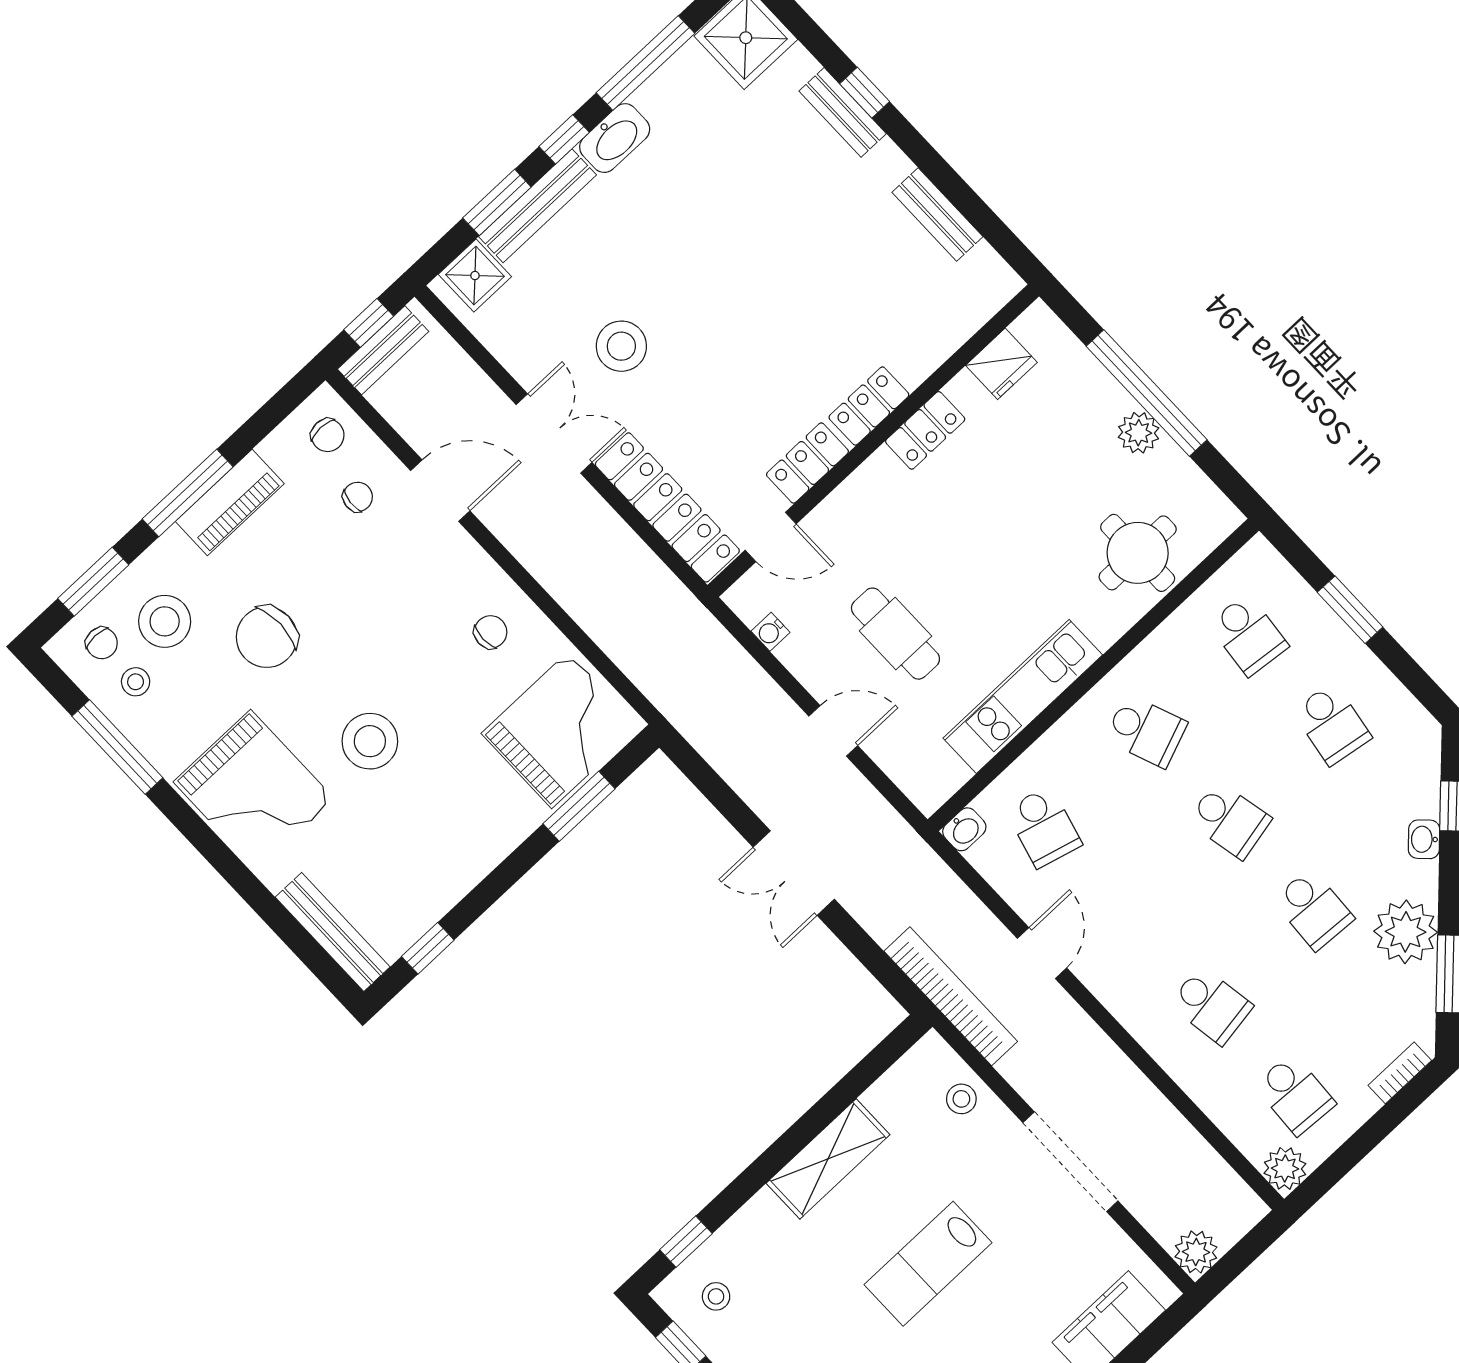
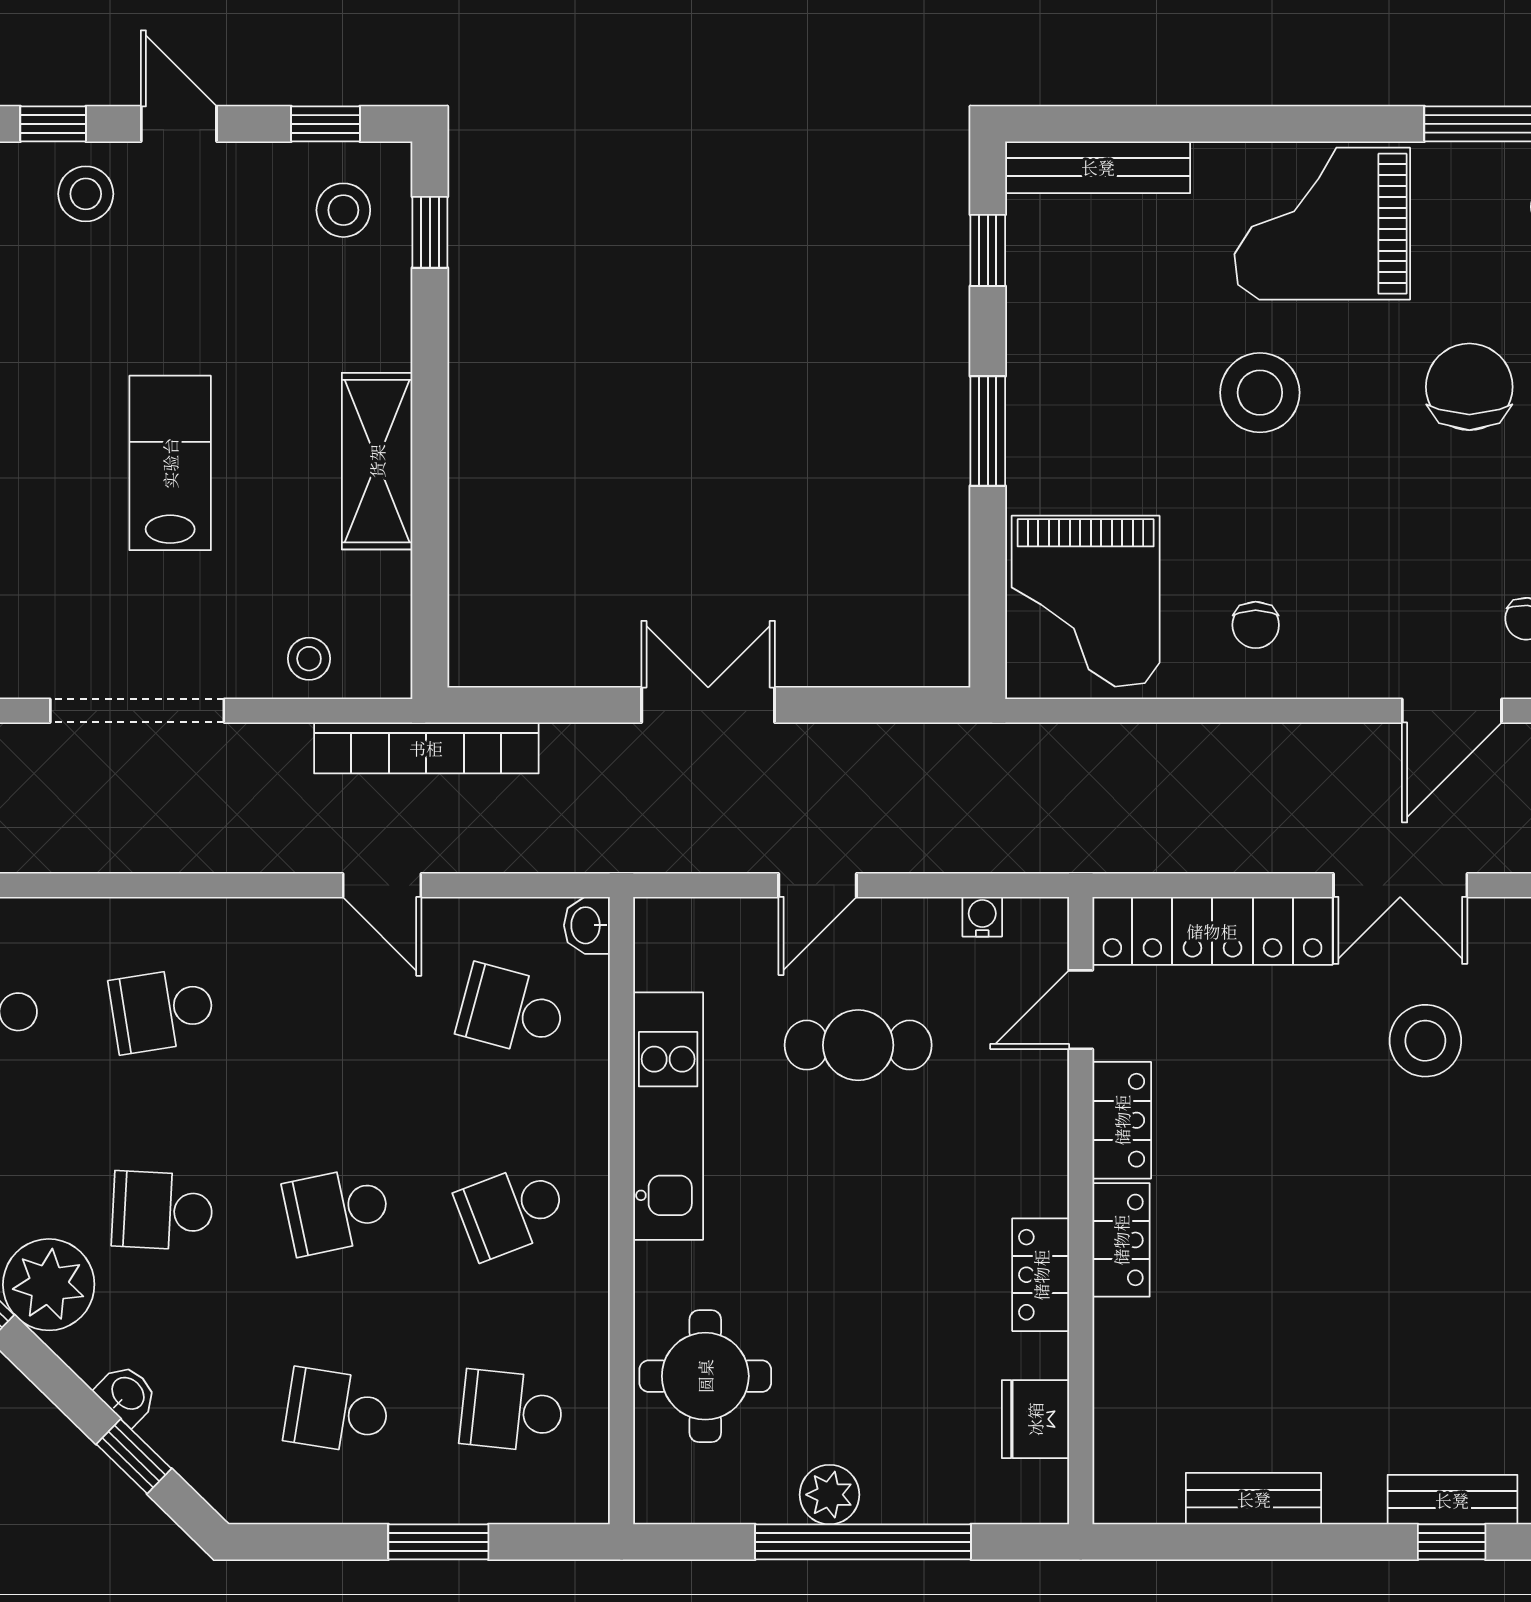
window: (579, 806) -> (988, 431), moved
stool: (716, 1296) -> (343, 210), width x1.37, depth x1.37

